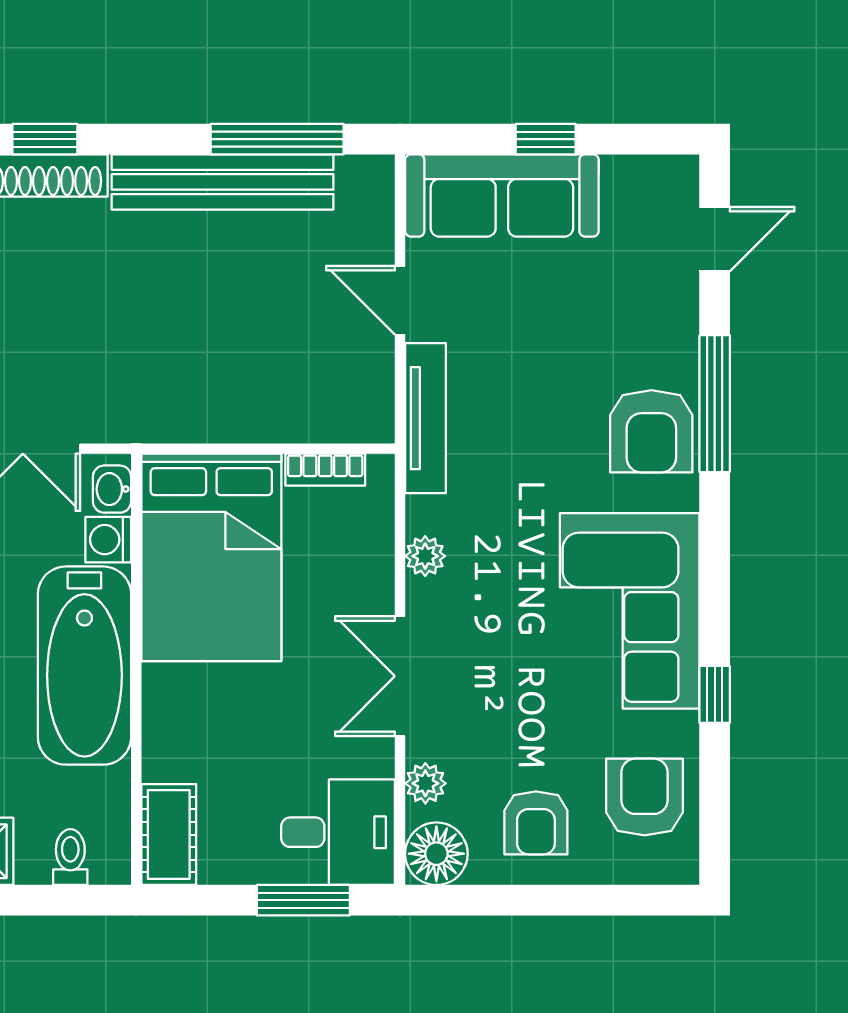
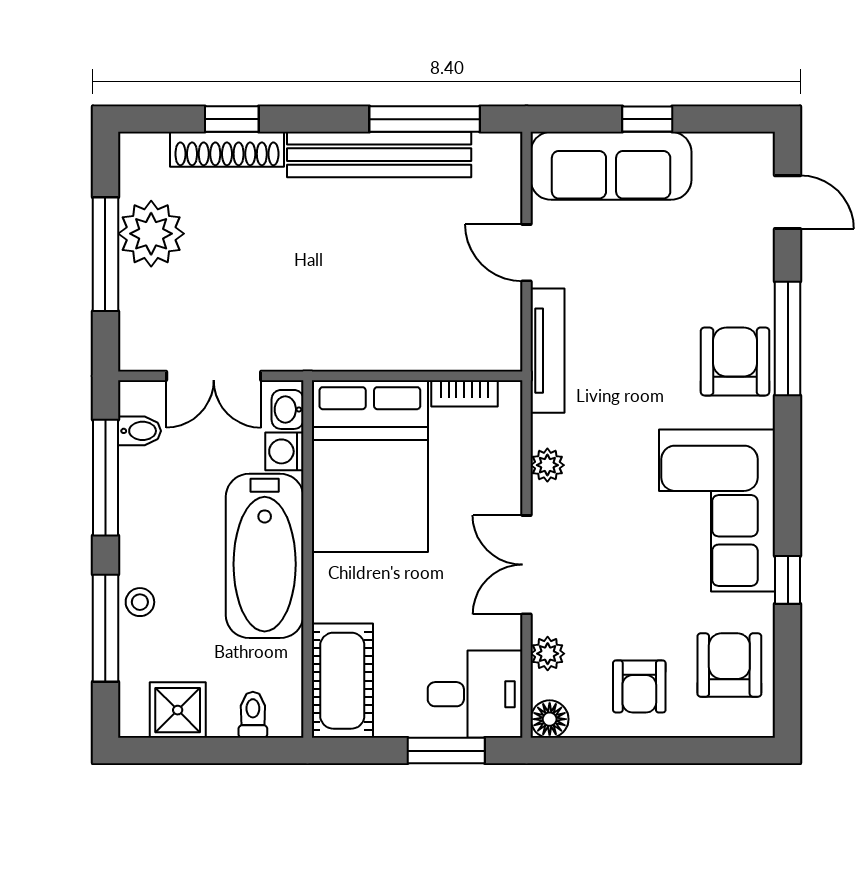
door: (715, 239) -> (788, 202), hinge flipped
armchair: (651, 431) -> (735, 361), turned 180
cot: (169, 835) -> (342, 681), width x1.37, depth x1.34
floor lamp: (436, 854) -> (550, 719), width x0.73, depth x0.73

